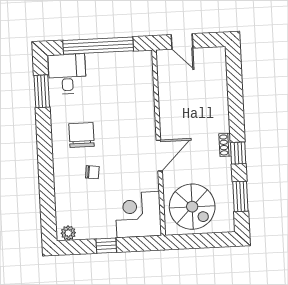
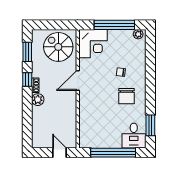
plant: (220, 123) -> (38, 100), added
window: (106, 246) -> (114, 25), width x3.17

